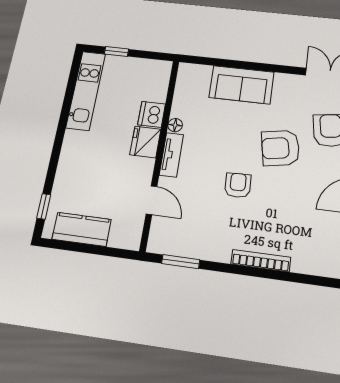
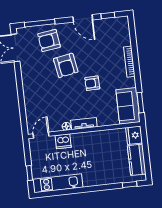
sofa: (241, 85) -> (128, 106), moved, turned 180
fridge: (145, 142) -> (134, 135), moved, turned 90
door: (151, 200) -> (41, 135), moved

